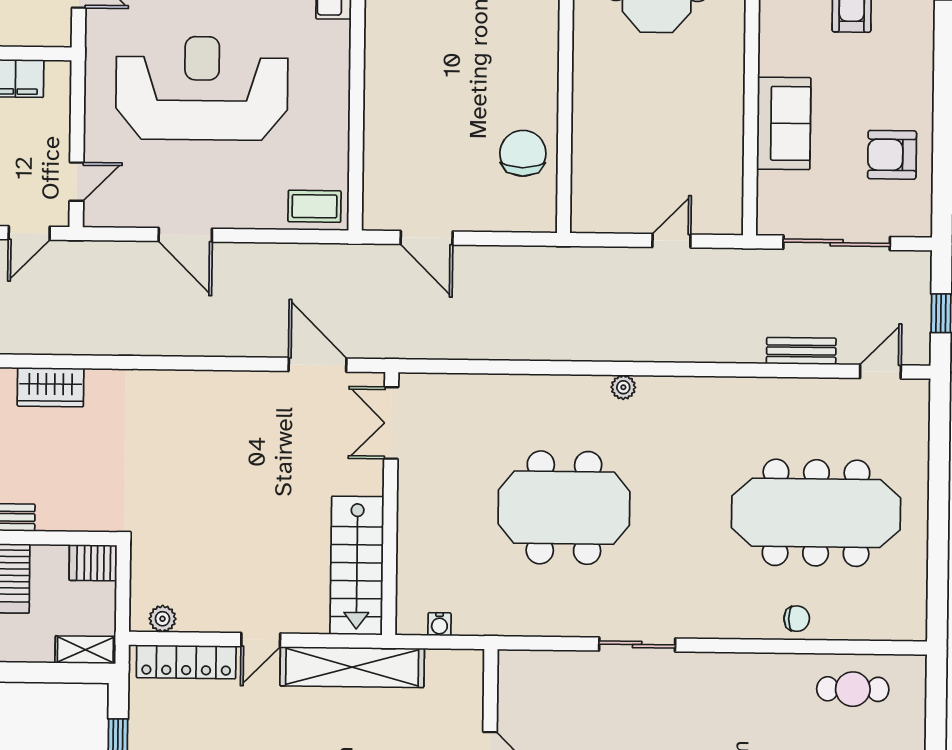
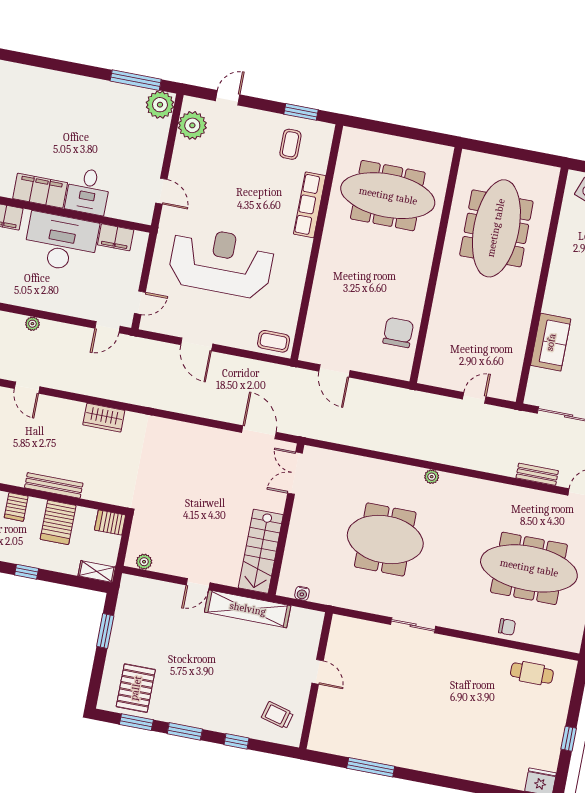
locker: (186, 662) -> (153, 589), removed

